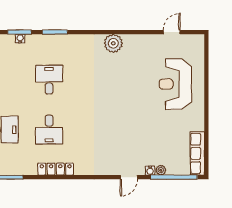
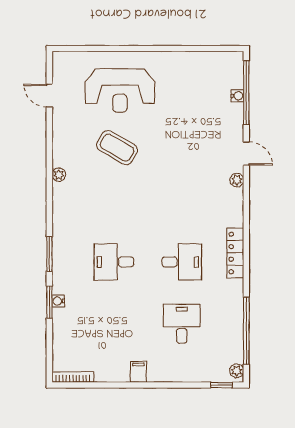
plant: (113, 43) -> (59, 175), width x0.53, depth x0.53
coffee table: (133, 82) -> (117, 148), added
row of seats: (197, 153) -> (214, 61), removed
plant: (161, 170) -> (237, 180), moved
water cooler: (150, 171) -> (237, 96), moved

